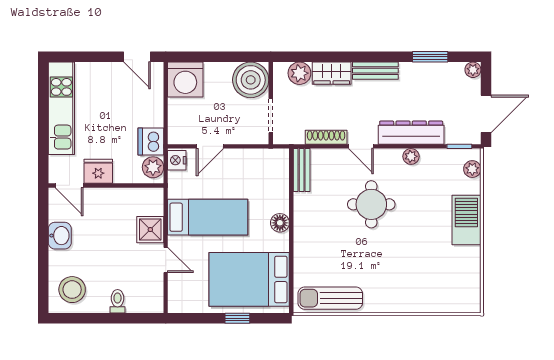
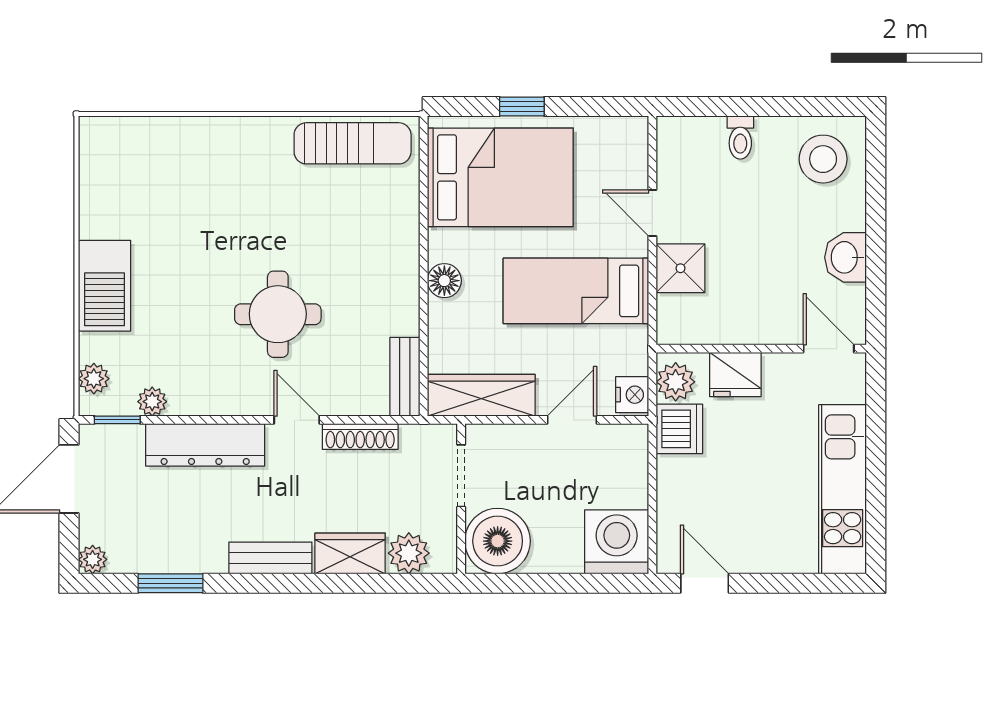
plant: (411, 156) -> (152, 402), moved
wardrobe: (260, 160) -> (481, 395), added
fridge: (98, 171) -> (735, 375), moved

